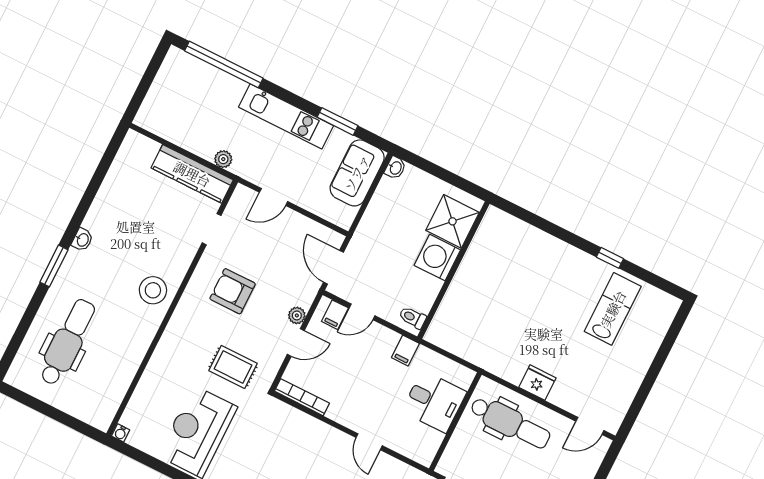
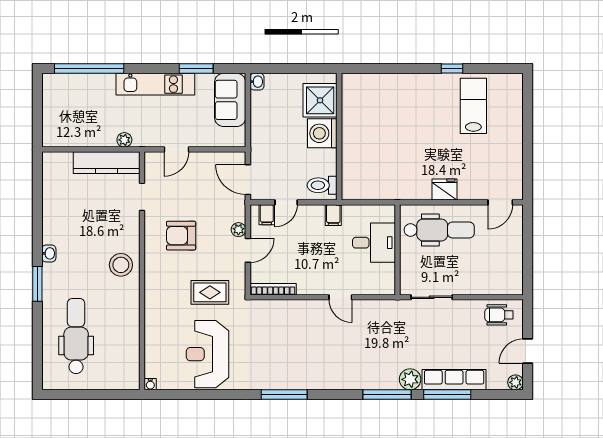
toilet: (413, 318) -> (322, 185), width x1.37, depth x1.39

